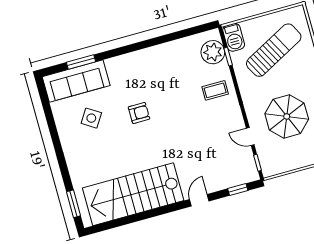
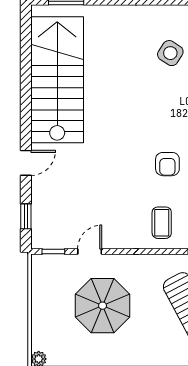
armchair: (139, 113) -> (167, 164), moved
door: (199, 200) -> (26, 163), hinge flipped

